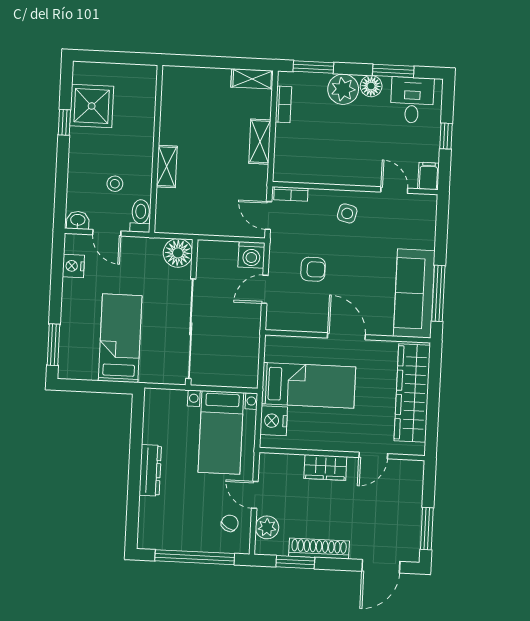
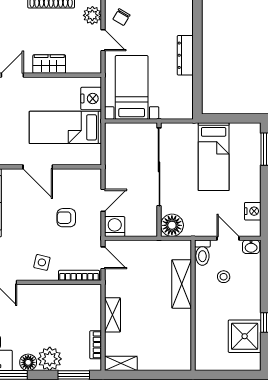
shelving: (167, 167) -> (182, 284), width x1.50, depth x1.33
bookcase: (291, 194) -> (79, 275), width x1.56

